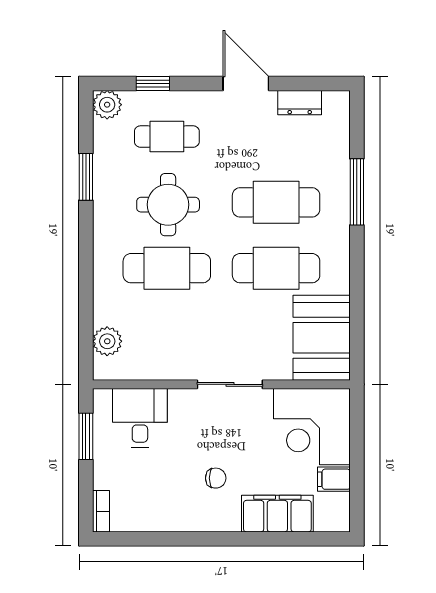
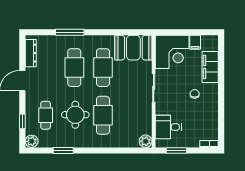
dresser: (300, 103) -> (31, 53), width x1.44
plant: (107, 341) -> (146, 141), moved

